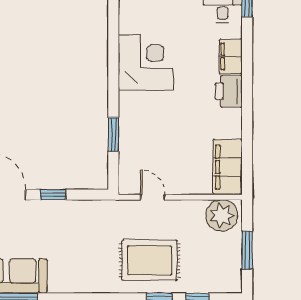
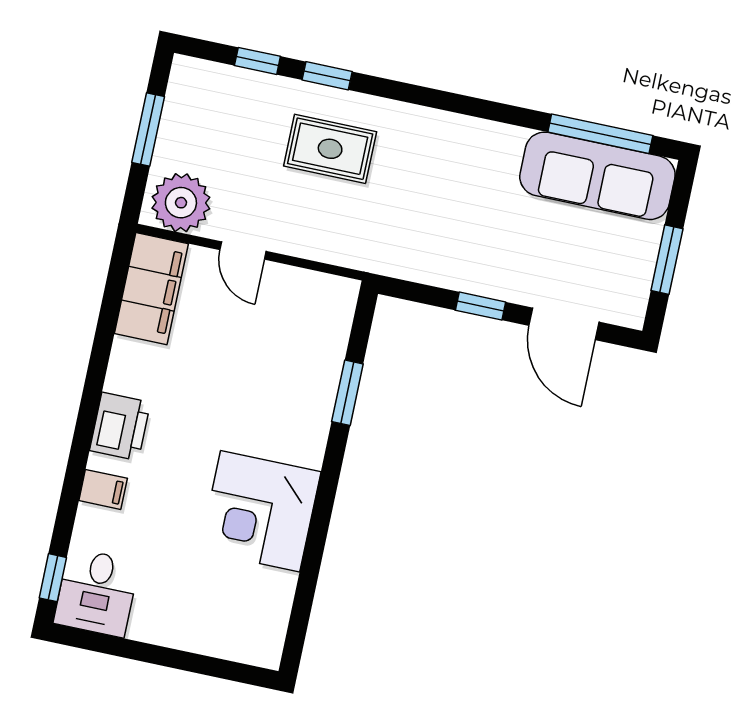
filing cabinet: (231, 56) -> (103, 489), width x0.50
door: (153, 197) -> (243, 251), moved
rug: (150, 260) -> (330, 149), width x0.73, depth x0.70

